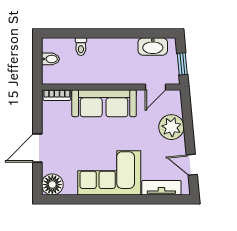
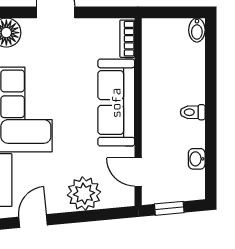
washbasin: (153, 46) -> (197, 159), width x0.52, depth x0.69
toilet: (81, 47) -> (193, 112), moved
bidet: (50, 59) -> (197, 30), moved

